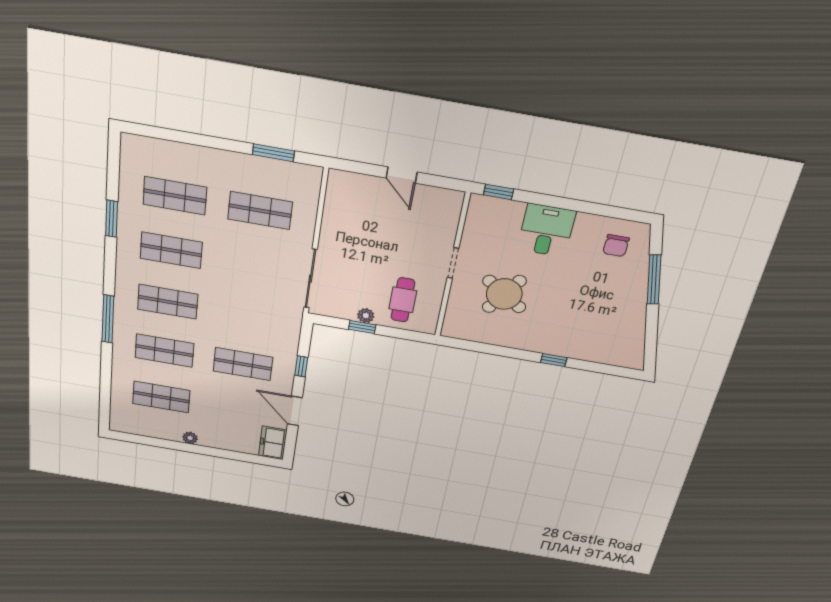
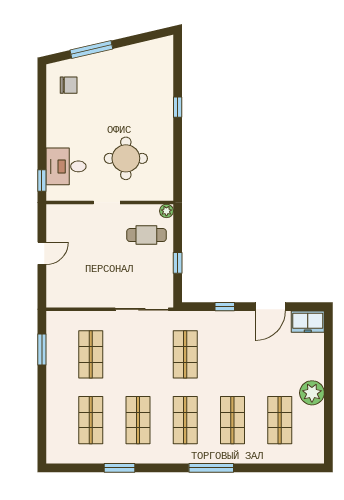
desk: (546, 230) -> (66, 166), moved
round table: (504, 294) -> (126, 158), turned -34
plant: (366, 316) -> (166, 211), moved
shop shelf: (243, 364) -> (185, 354), moved
plant: (190, 438) -> (312, 393), width x1.88, depth x1.88

